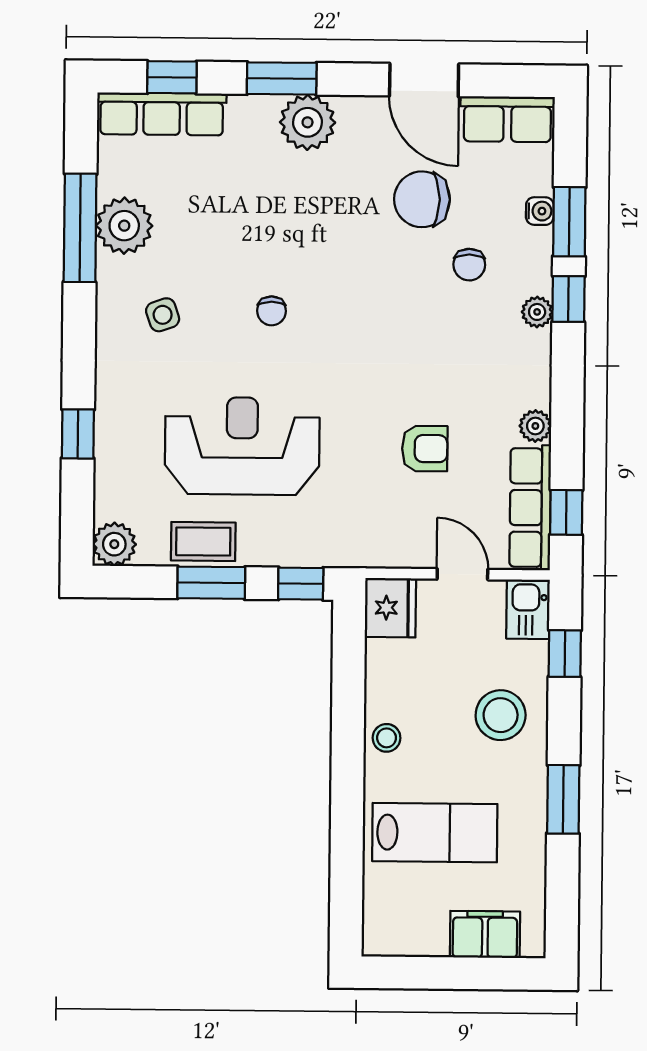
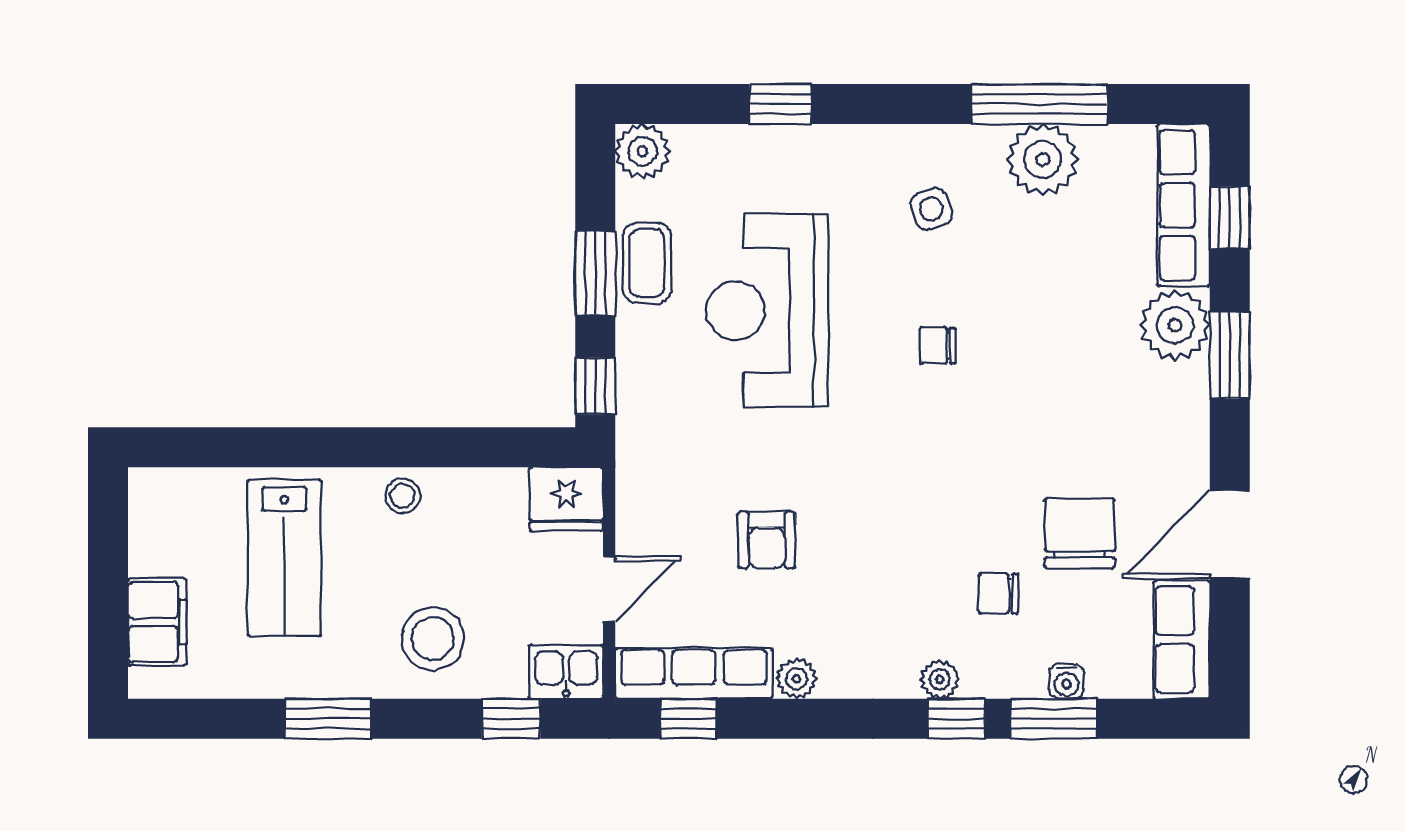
plant: (308, 122) -> (1175, 325), moved
reception desk: (242, 446) -> (767, 311), turned 180

